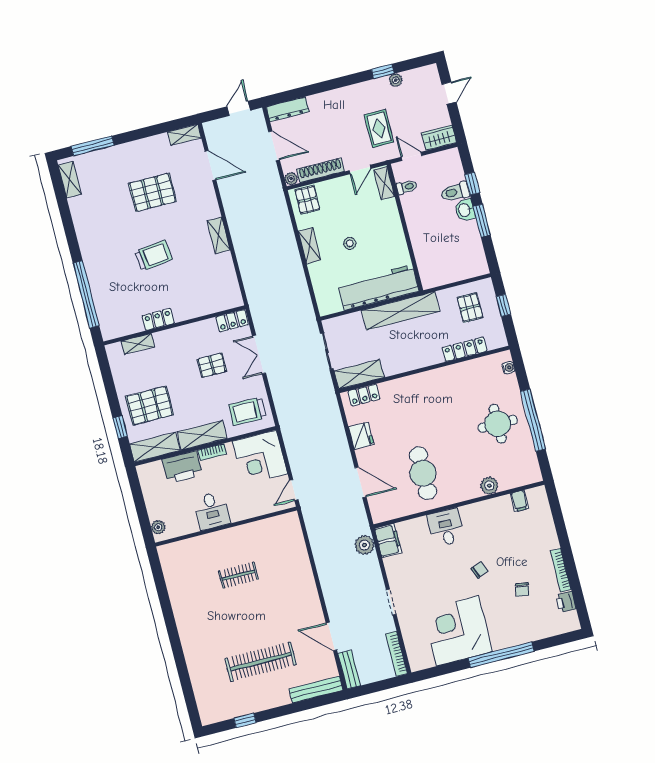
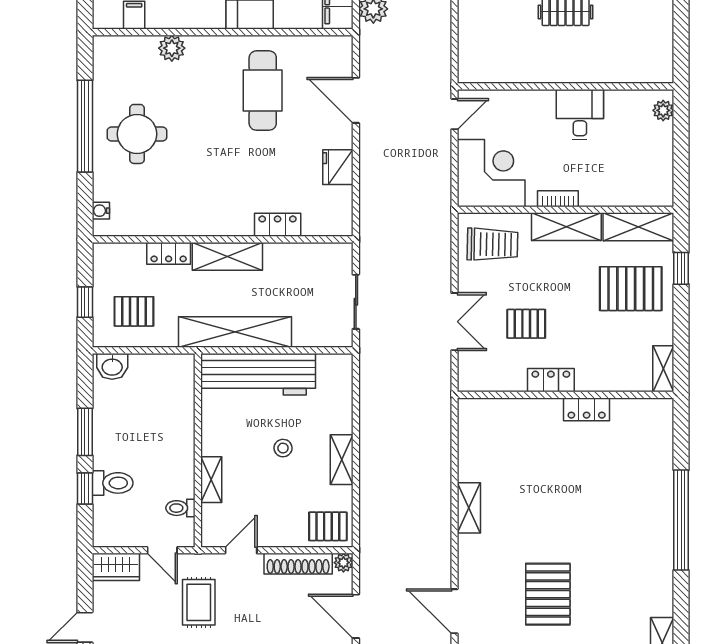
shelving: (384, 183) -> (211, 480), moved
pallet: (153, 192) -> (548, 594), turned 90
pallet: (307, 200) -> (328, 526), turned 90
washbasin: (465, 210) -> (112, 366), moved, turned 90
trolley: (154, 256) -> (570, 503), removed
window: (86, 294) -> (681, 520), moved
pallet: (470, 308) -> (134, 311), turned 90
locker: (232, 321) -> (551, 380), moved
shelving: (138, 344) -> (663, 369), moved, turned 90
locker: (465, 349) -> (169, 253), width x0.66
shelving: (359, 374) -> (227, 256), moved
locker: (364, 395) -> (278, 225), moved
printer: (182, 467) -> (606, 188), removed

